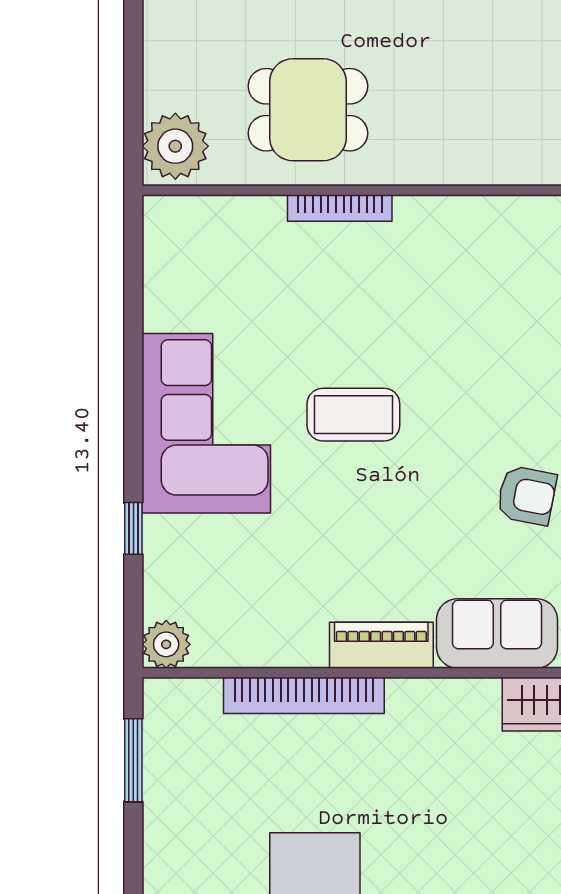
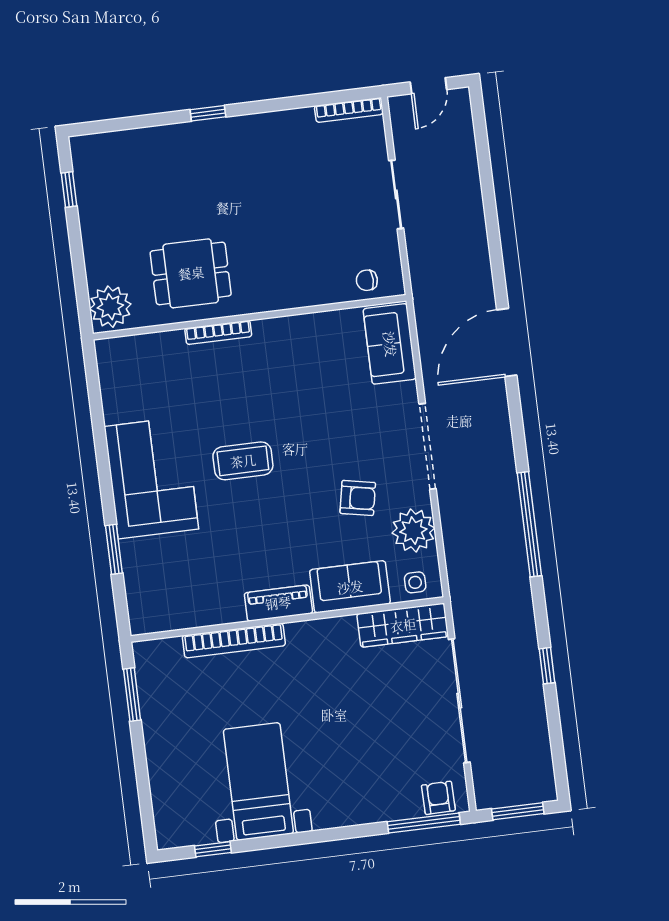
window: (133, 528) -> (114, 549), width x1.50
plant: (166, 644) -> (143, 619), removed

